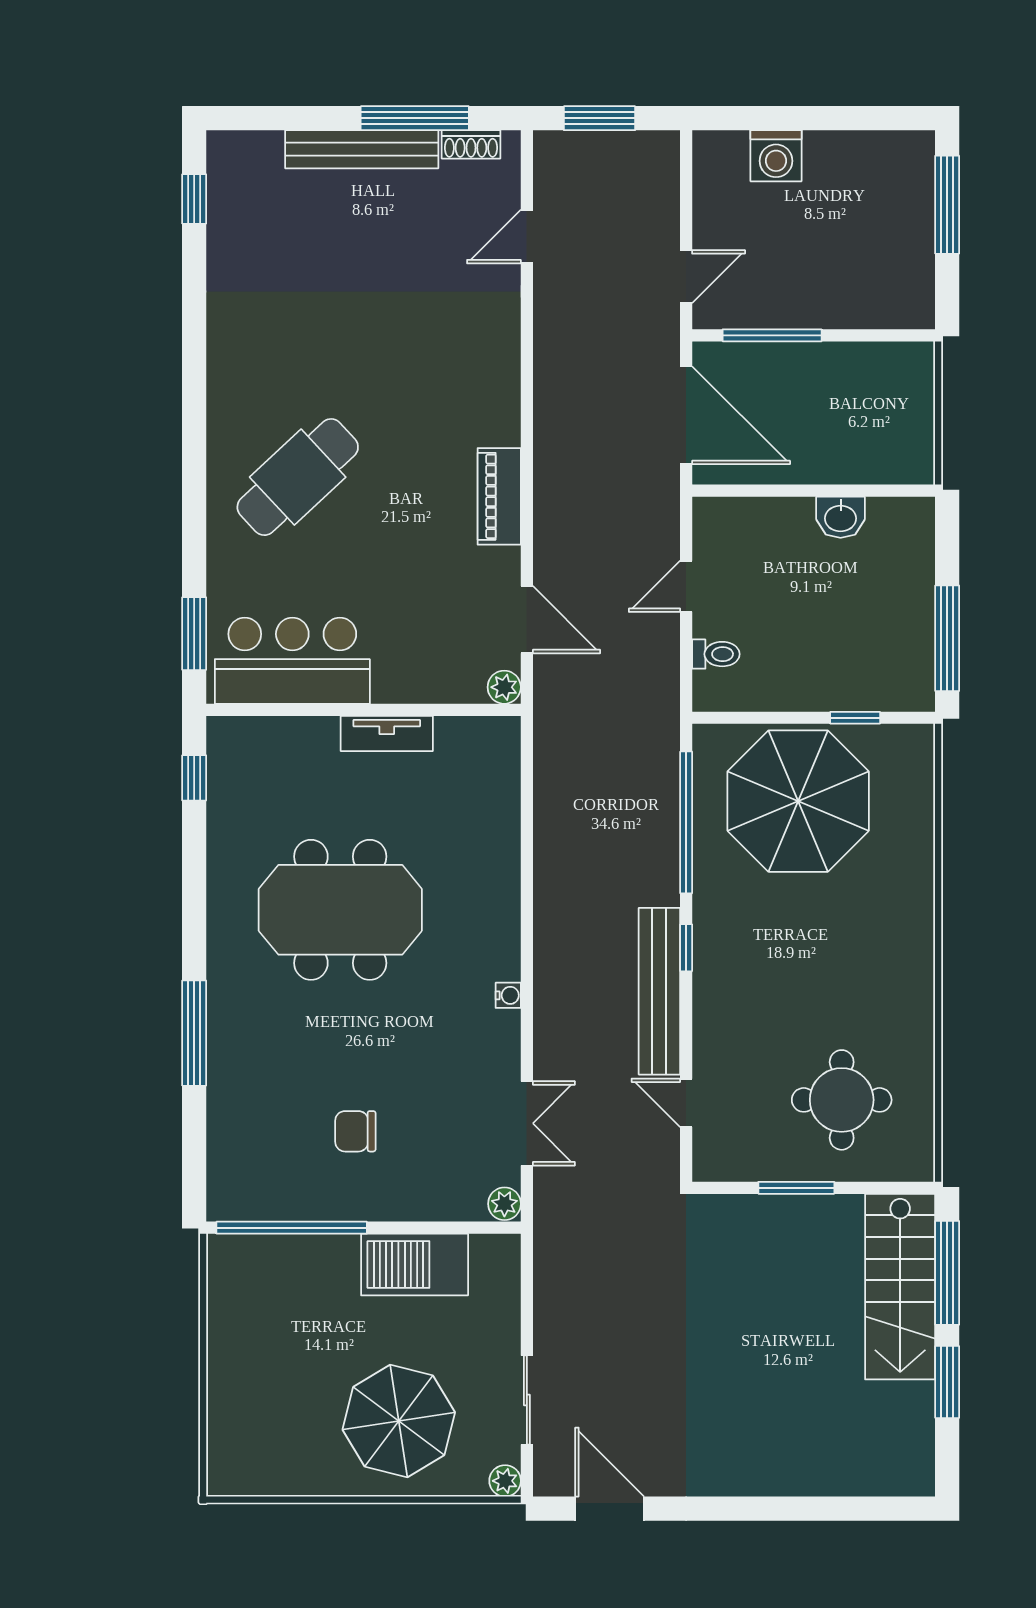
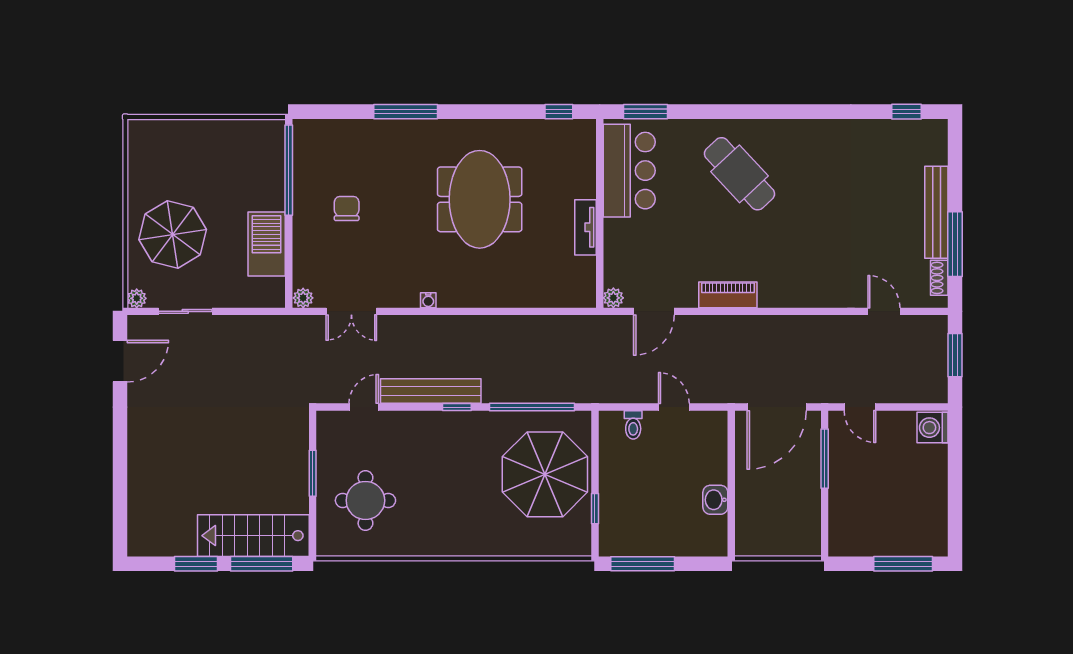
washing machine: (776, 156) -> (932, 428), moved

